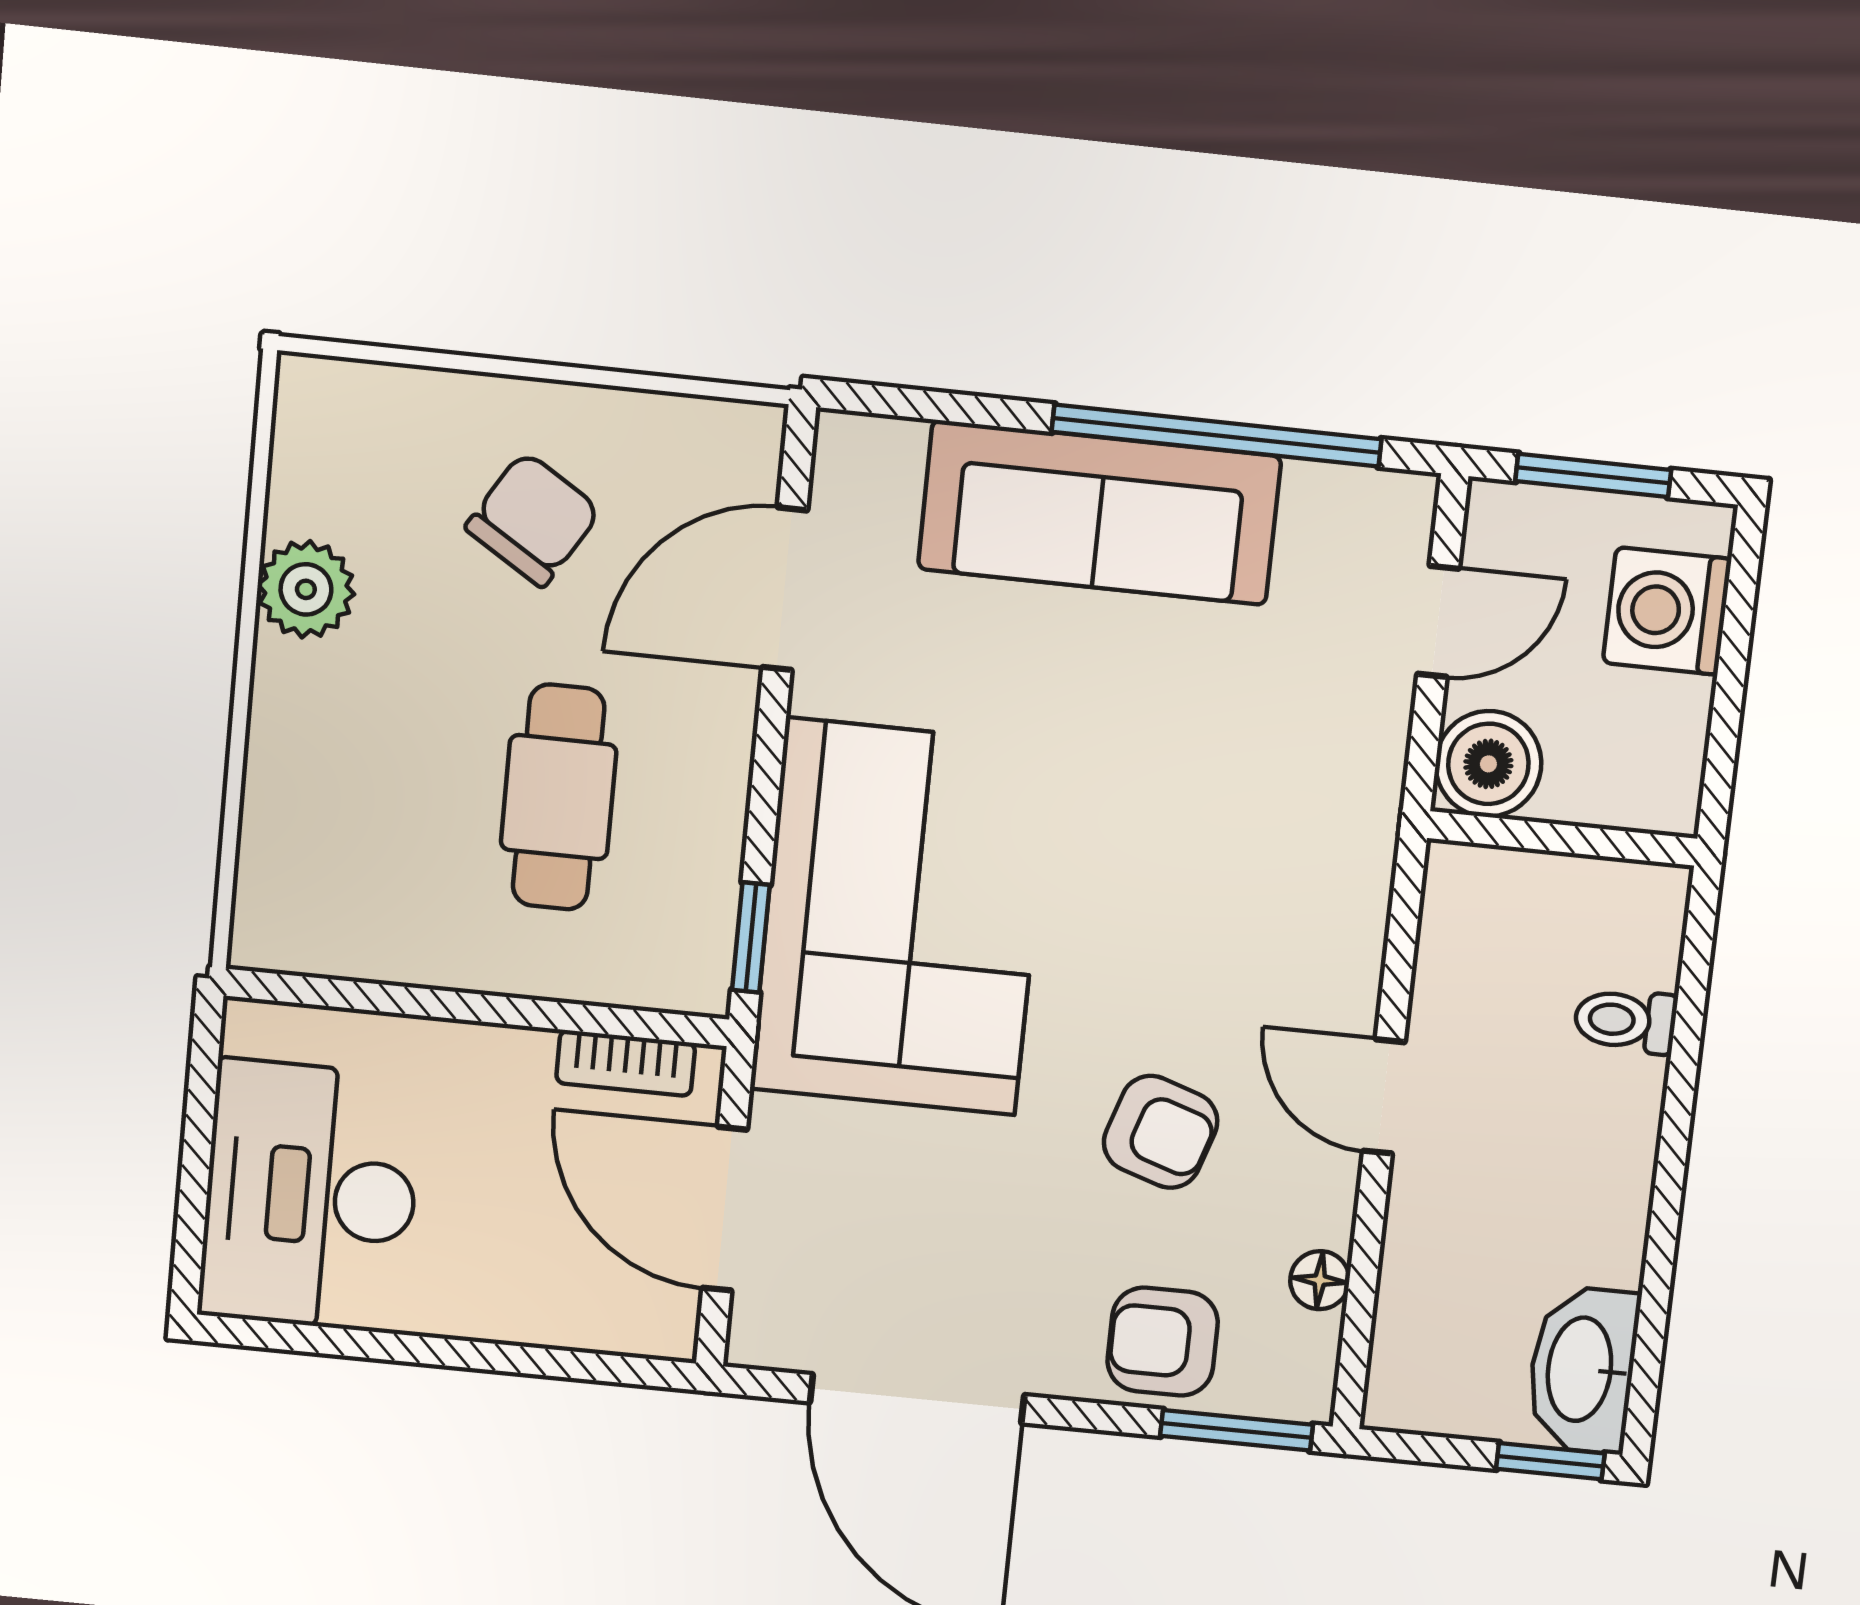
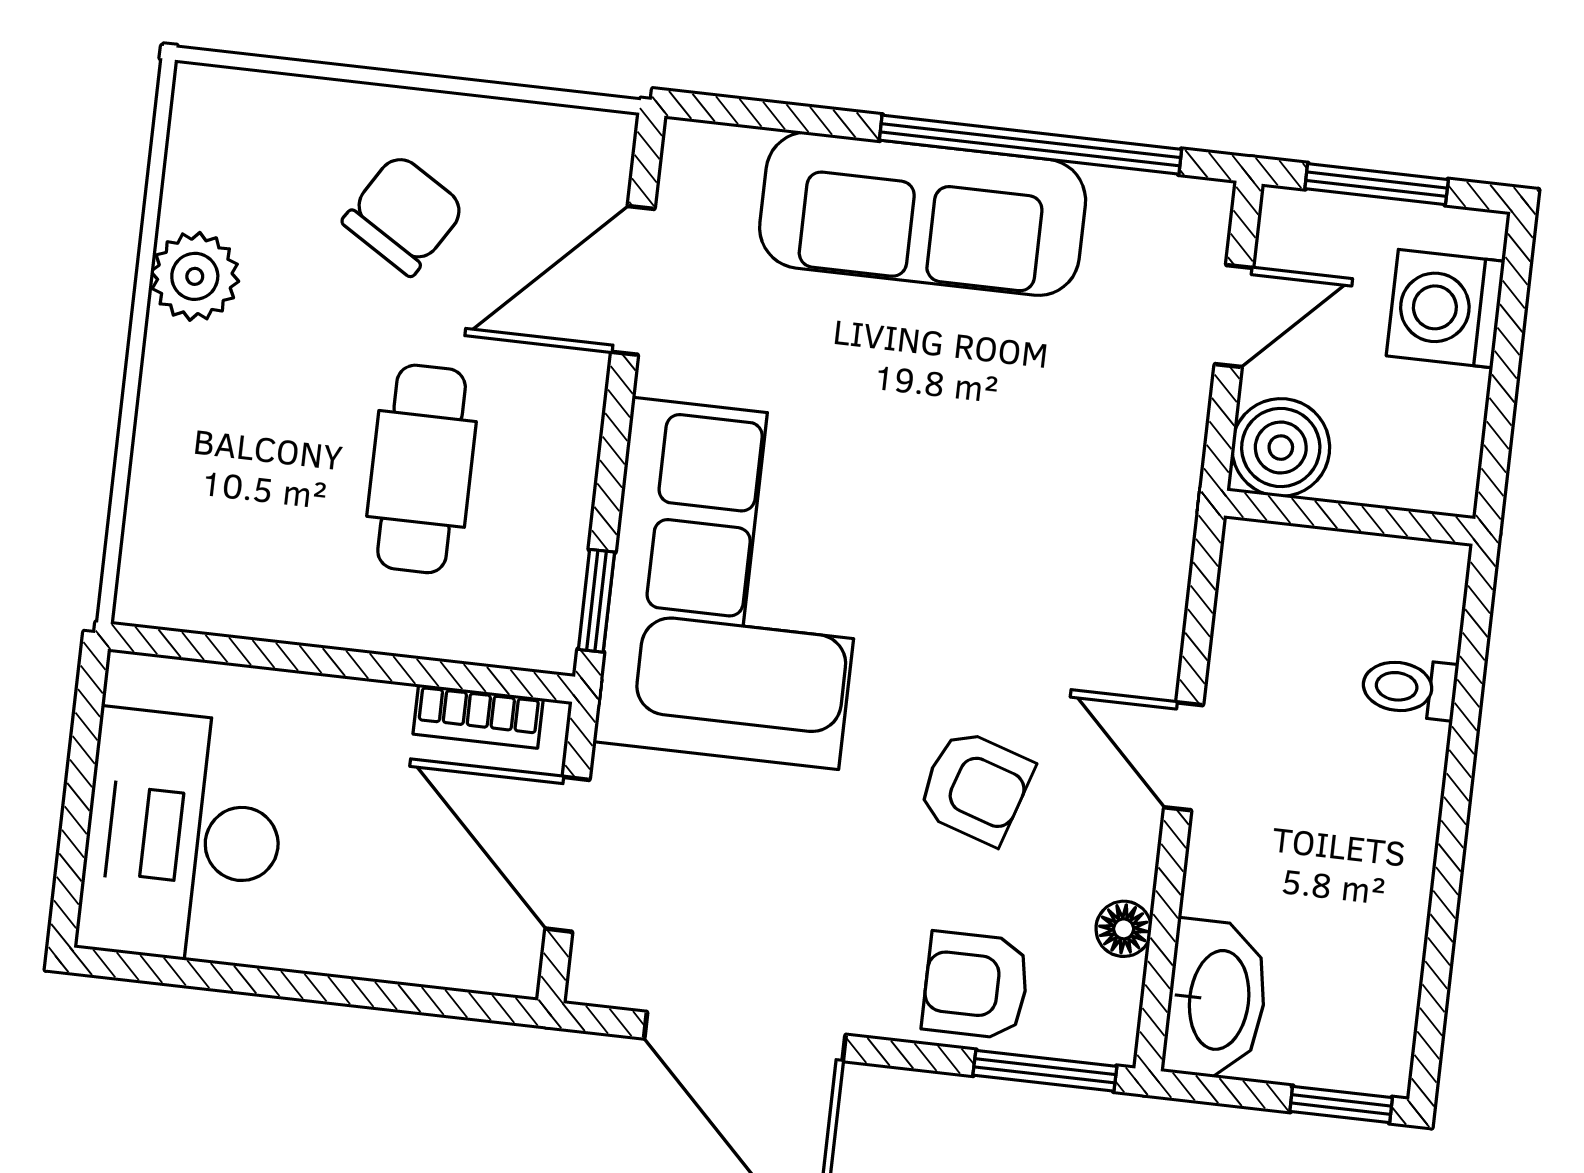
washbasin: (1582, 1370) -> (1216, 1000), moved, turned 180

